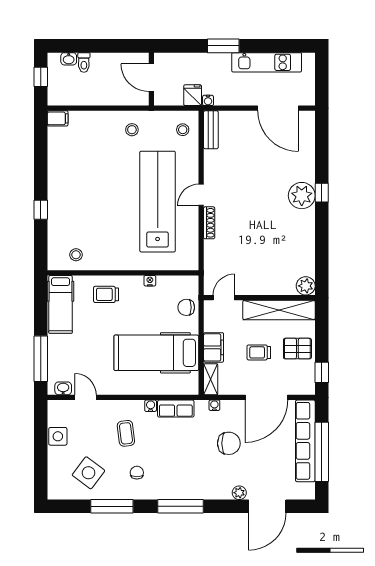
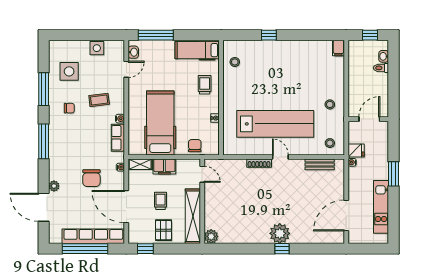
bench: (211, 130) -> (320, 164), moved
side table: (88, 473) -> (69, 71), turned -37

